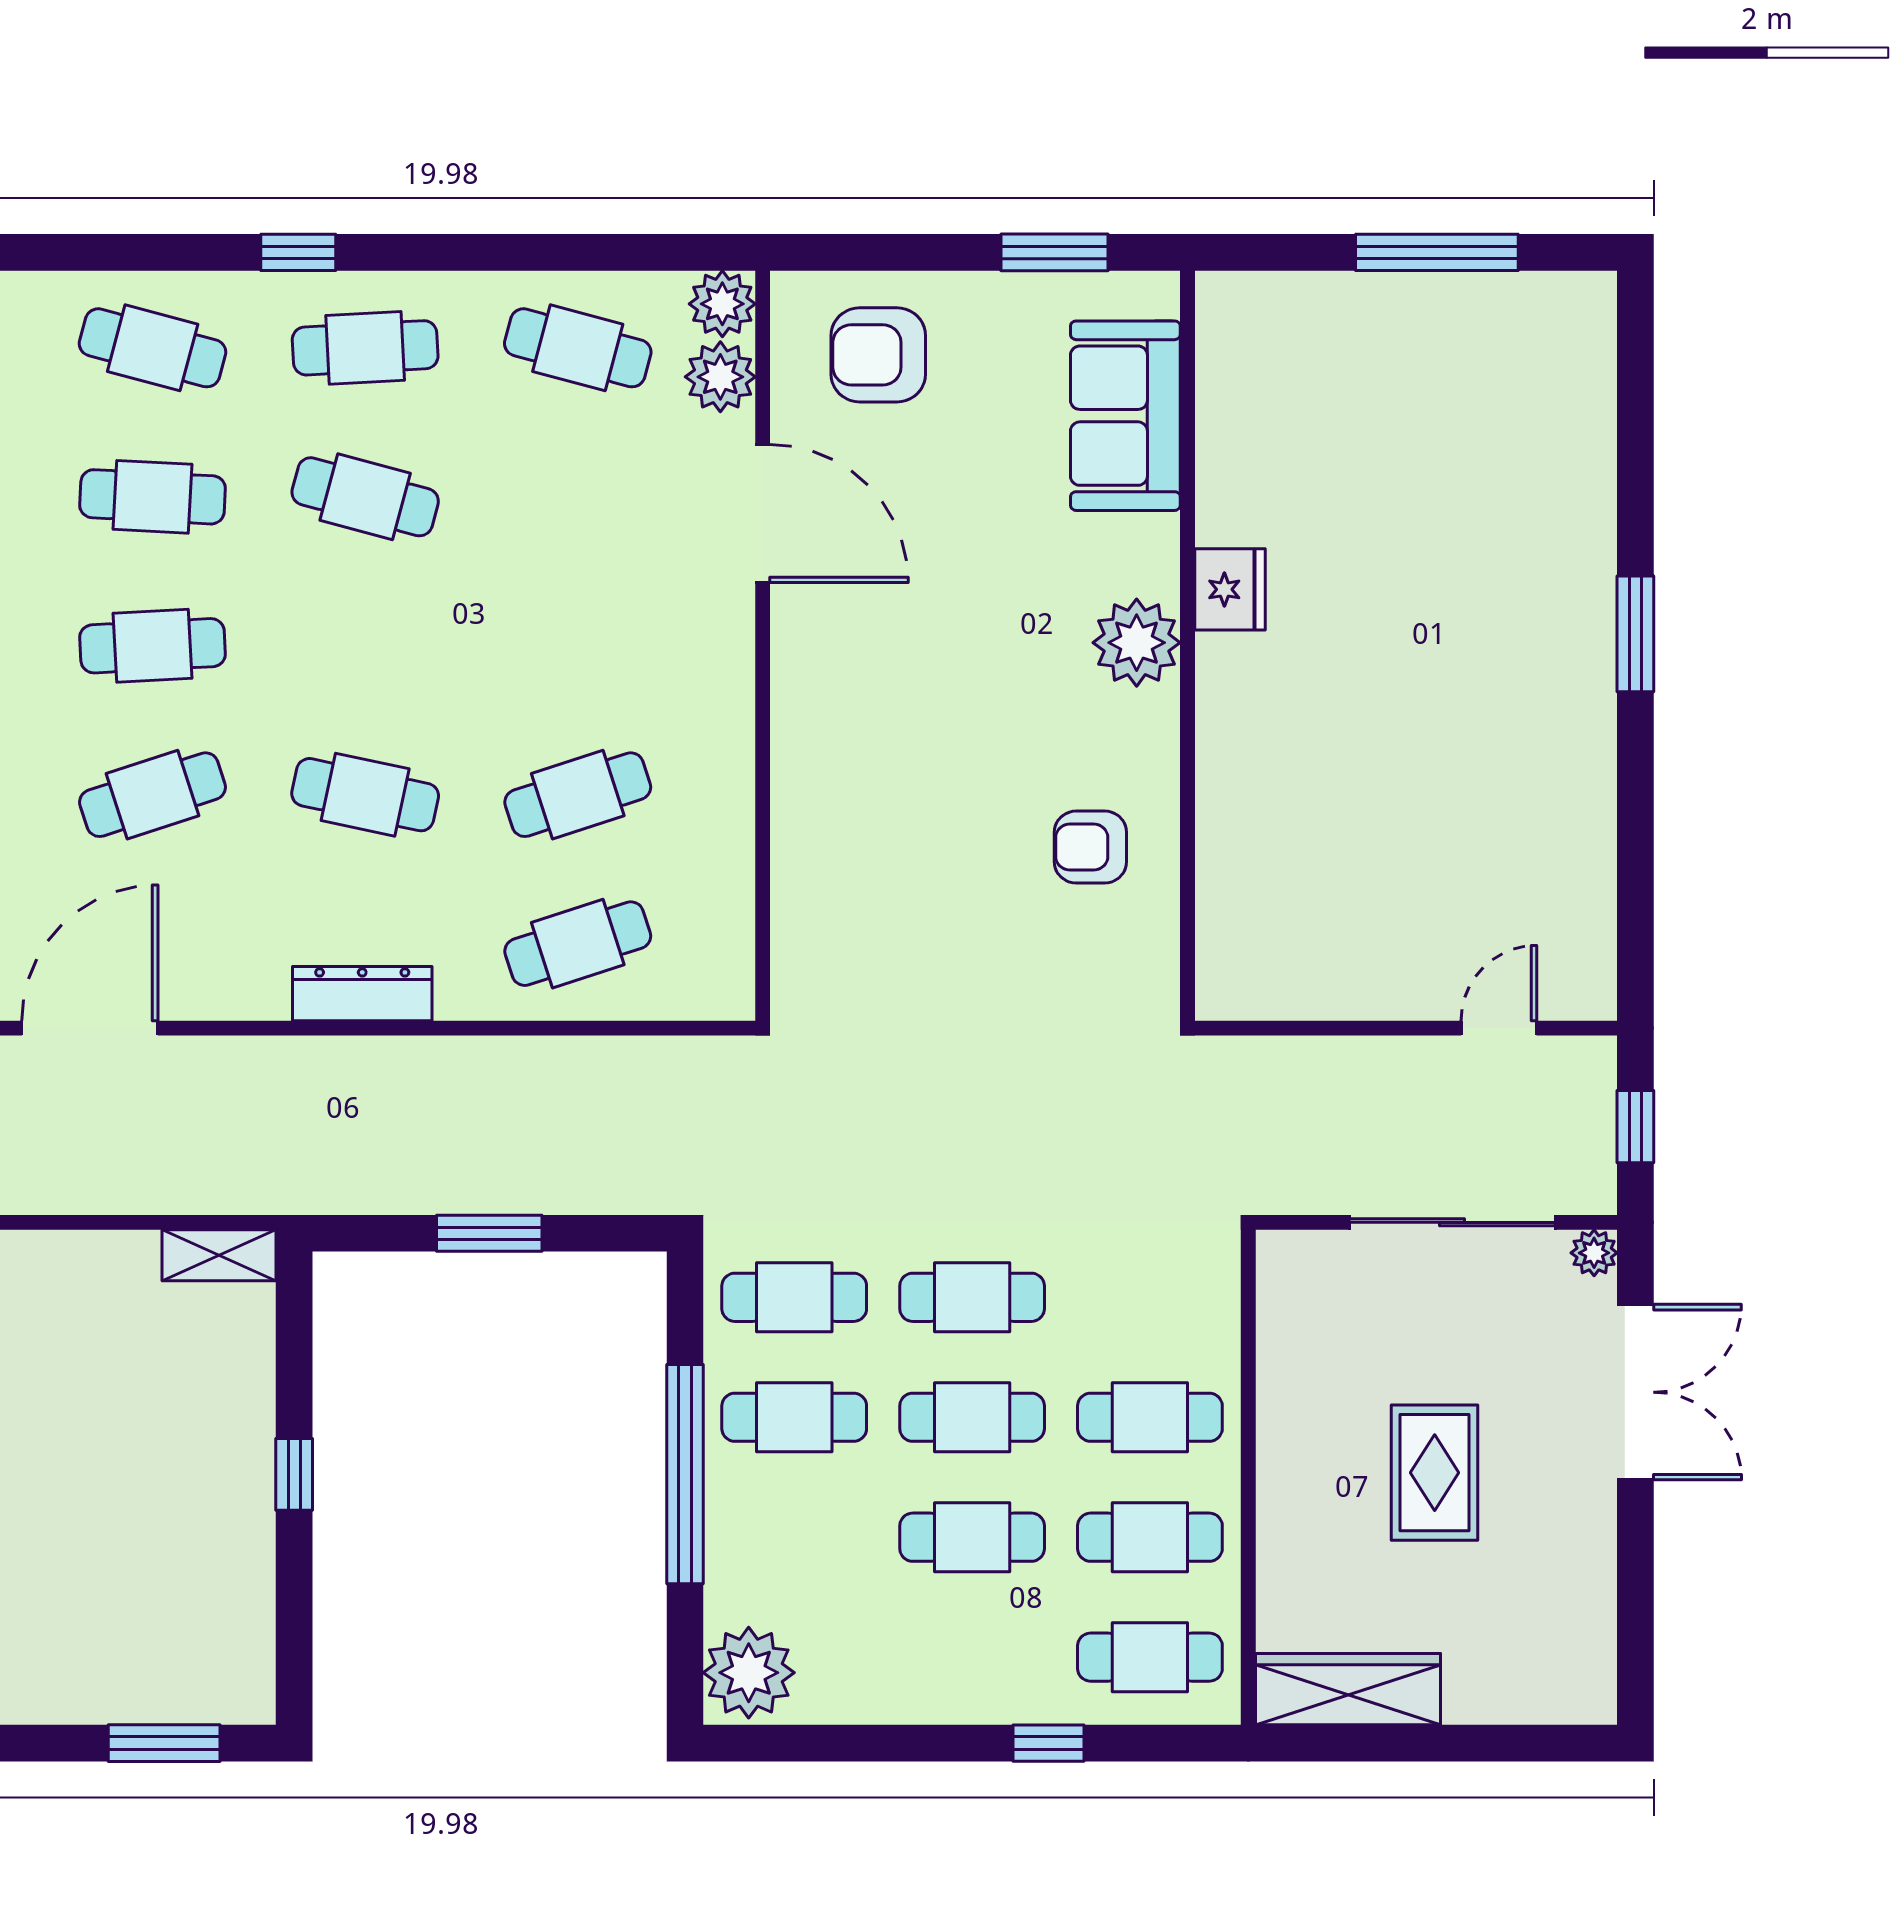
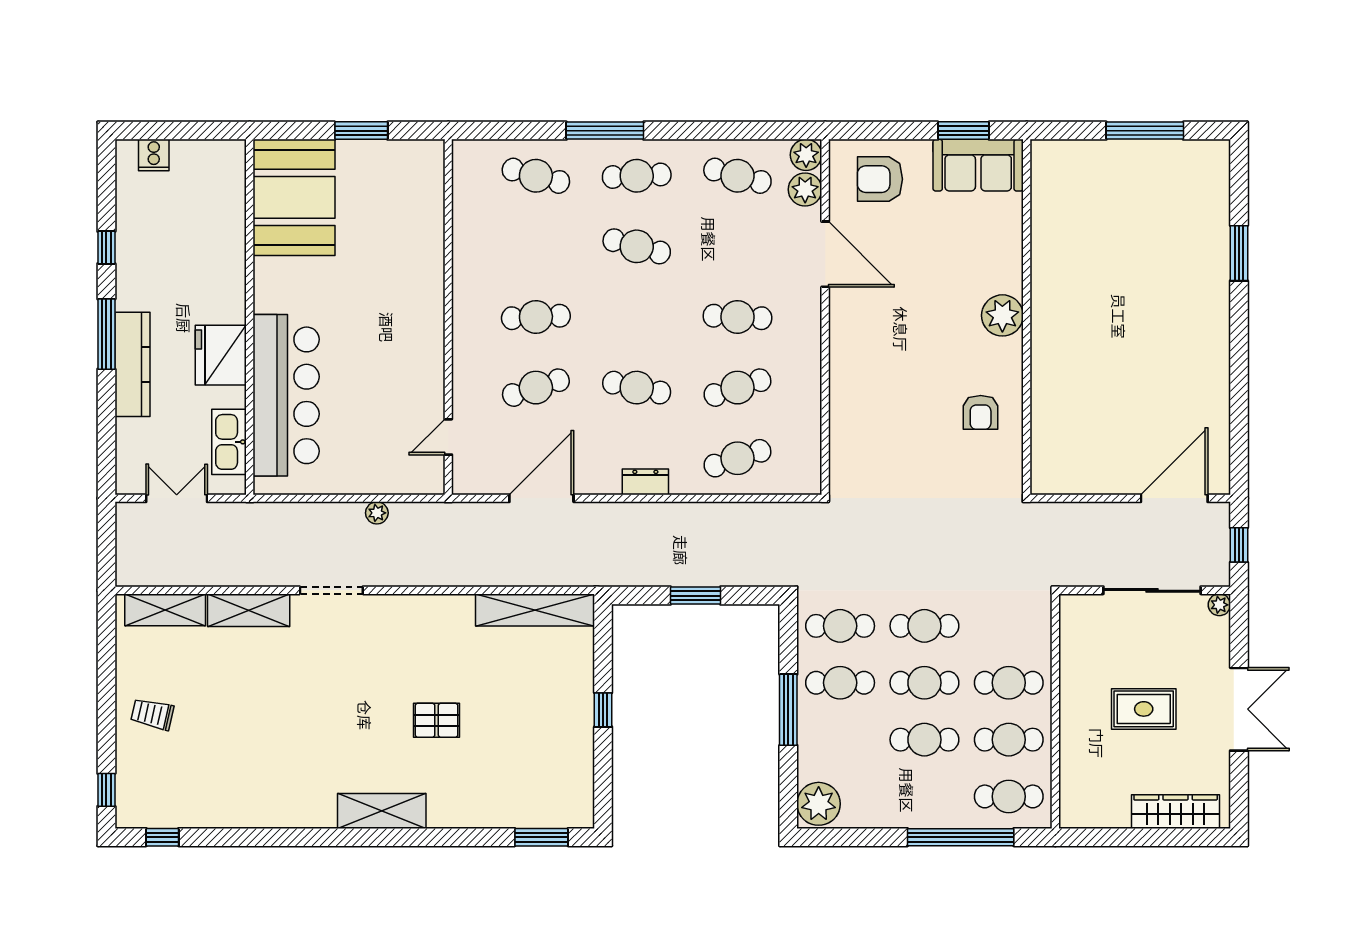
window: (298, 252) -> (605, 131), width x2.17
sofa: (1125, 416) -> (978, 165), moved, turned -90
cafe table: (153, 497) -> (737, 317), moved
fridge: (1230, 589) -> (1047, 290), removed
window: (1635, 634) -> (1239, 253), moved
armchair: (1090, 847) -> (981, 412), turned -90
dresser: (362, 994) -> (645, 482), width x0.70
door: (90, 1028) -> (541, 498), moved
door: (1499, 1028) -> (1174, 498), width x1.88
shelving: (219, 1255) -> (535, 610), width x2.20, depth x1.33
double door: (1635, 1392) -> (1239, 709), moved
rug: (1435, 1473) -> (1144, 709), turned 90
window: (685, 1474) -> (788, 710), width x0.68
wardrobe: (1348, 1689) -> (1176, 812), moved
window: (1048, 1743) -> (961, 837), width x3.17

